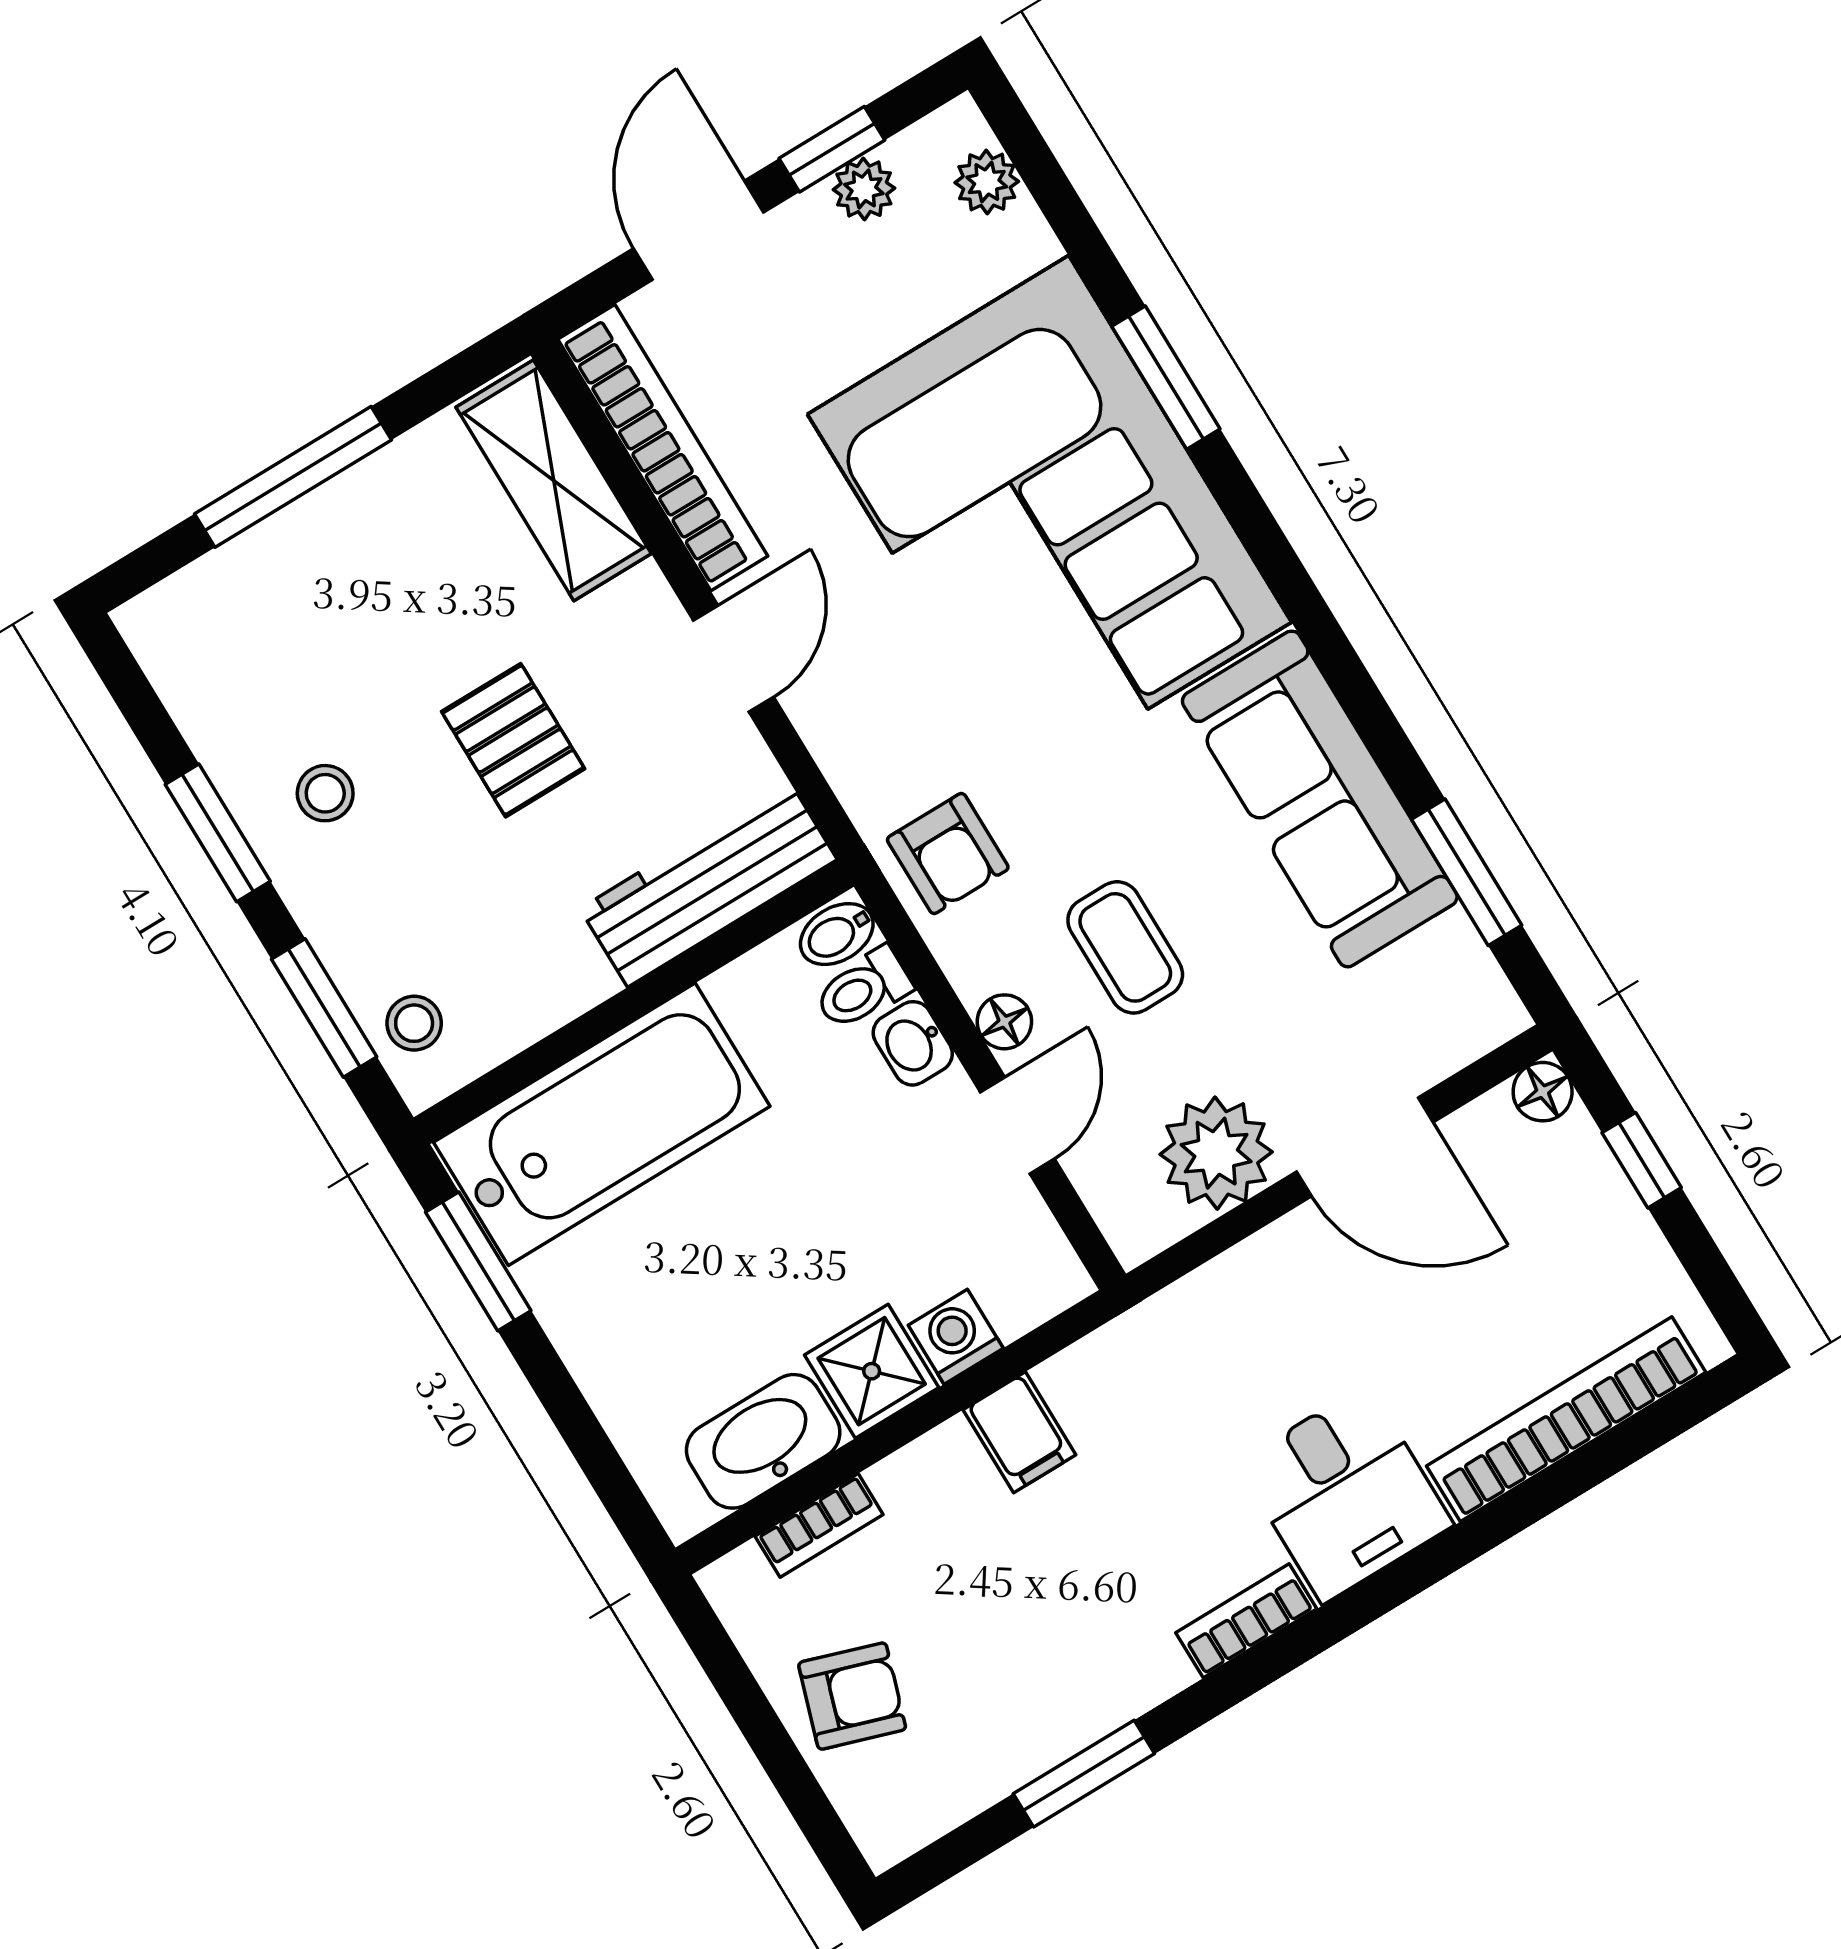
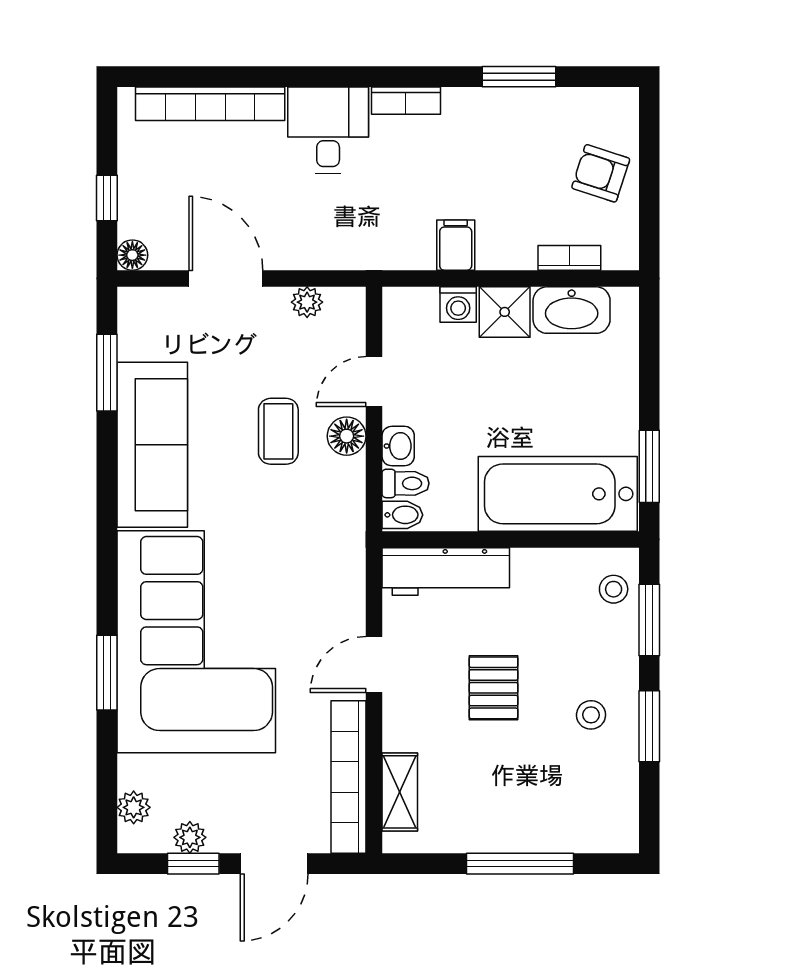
shelving: (554, 480) -> (400, 792), width x0.67, depth x0.75
armchair: (948, 853) -> (332, 521), removed
floor lamp: (1004, 1022) -> (347, 436), width x1.37, depth x1.37
plant: (1216, 1153) -> (307, 302), width x0.53, depth x0.53

